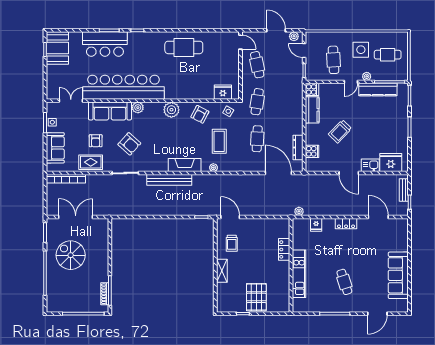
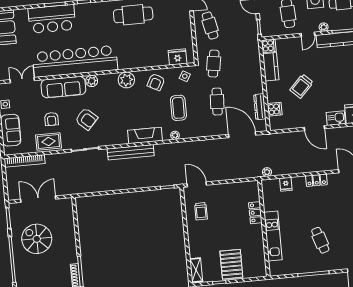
shelving: (222, 271) -> (196, 270), moved

